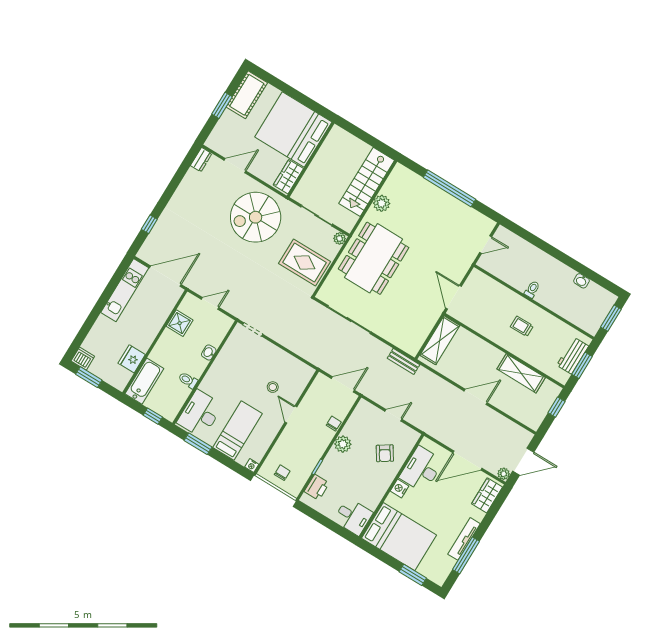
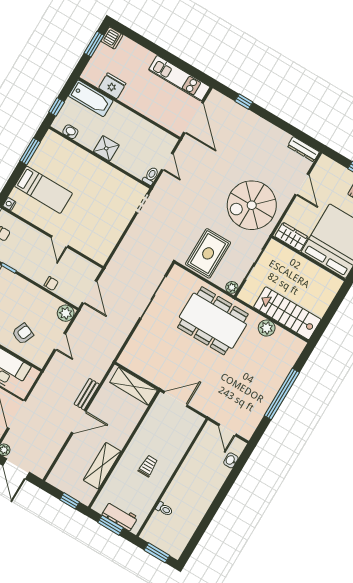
dresser: (201, 160) -> (303, 149), width x1.44
spiral stairs: (256, 217) -> (252, 205), turned -90
washbasin: (581, 281) -> (231, 460), moved
toilet: (532, 289) -> (164, 509), moved
shower: (180, 323) -> (106, 148), moved
washbasin: (209, 352) -> (70, 132), moved
bench: (404, 361) -> (87, 394), moved
toilet: (188, 380) -> (151, 176), moved
stool: (273, 387) -> (86, 224), removed
door: (476, 397) -> (79, 422), hinge flipped
desk: (200, 414) -> (59, 153), removed
door: (291, 414) -> (60, 242), swing flipped
plant: (343, 444) -> (66, 313), moved
armchair: (385, 453) -> (23, 334), turned 145

